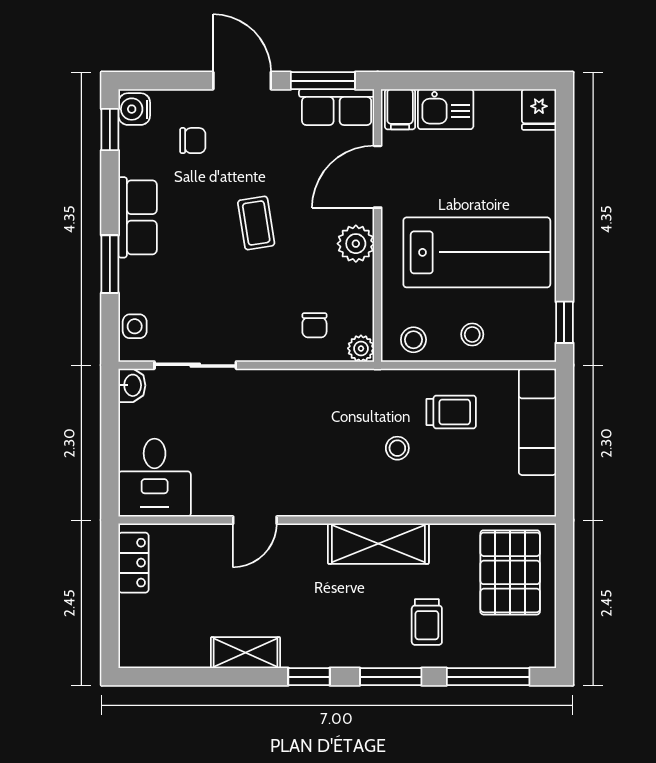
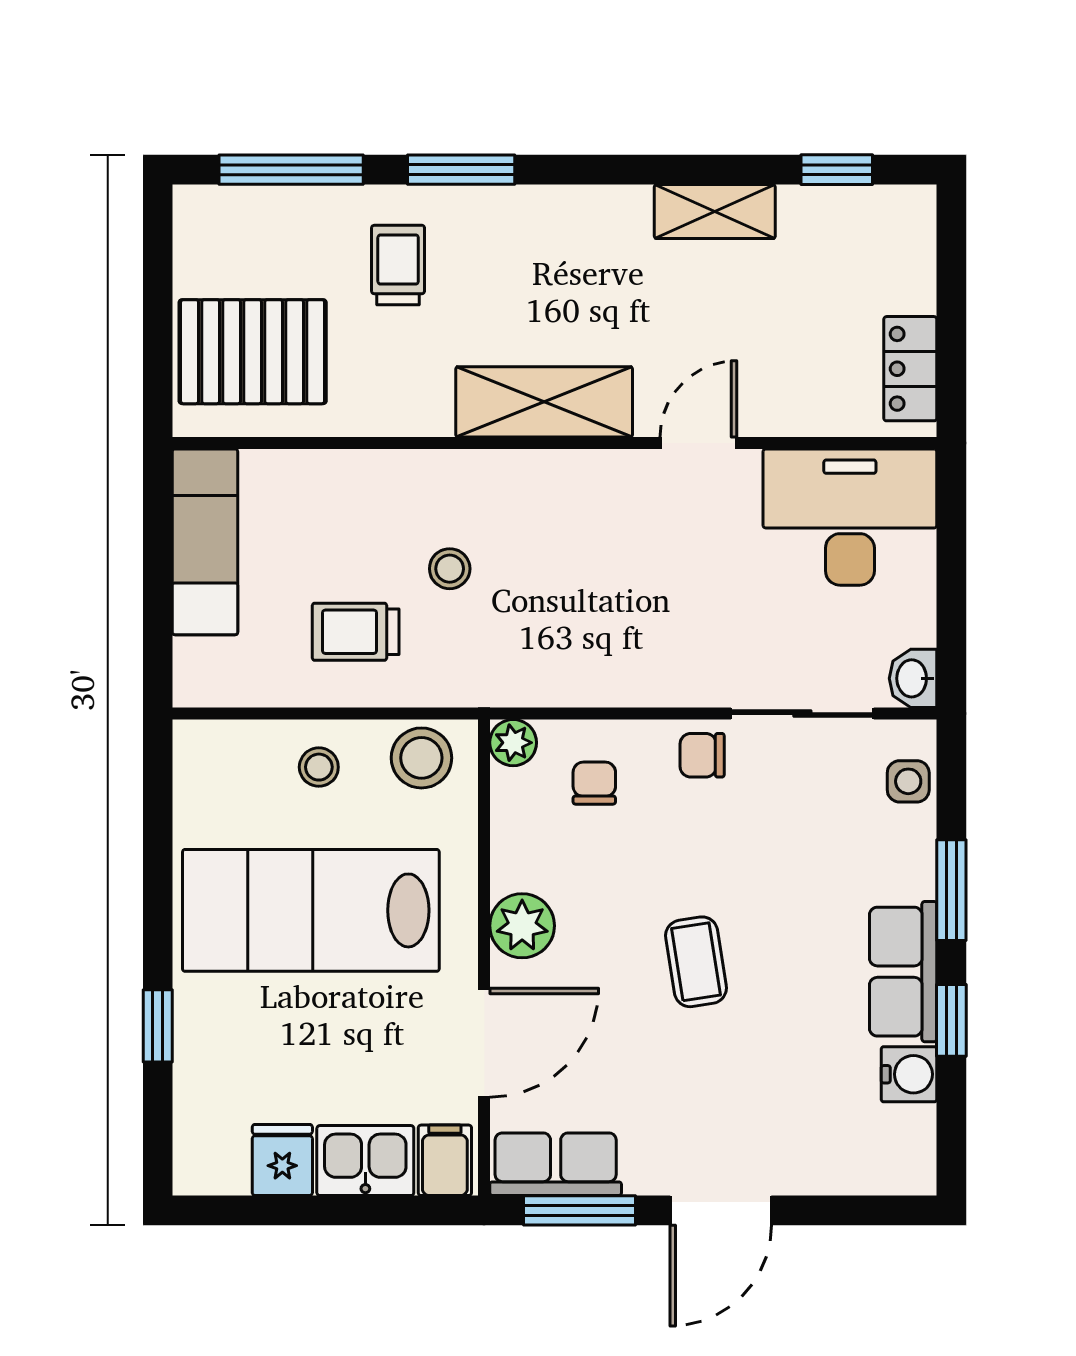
door: (242, 81) -> (721, 1210), hinge flipped
water cooler: (134, 109) -> (909, 1074), moved
fridge: (539, 109) -> (282, 1160), moved
window: (110, 130) -> (951, 1020), moved
chair: (193, 141) -> (702, 755), moved
window: (564, 322) -> (158, 1026), moved
stool: (413, 340) -> (421, 758), width x1.37, depth x1.37
exam couch: (537, 422) -> (205, 542), moved
desk: (155, 478) -> (850, 517), width x1.37
shelving: (378, 544) -> (544, 402), moved
pallet: (510, 572) -> (253, 352), turned 90
window: (309, 677) -> (837, 170), moved

